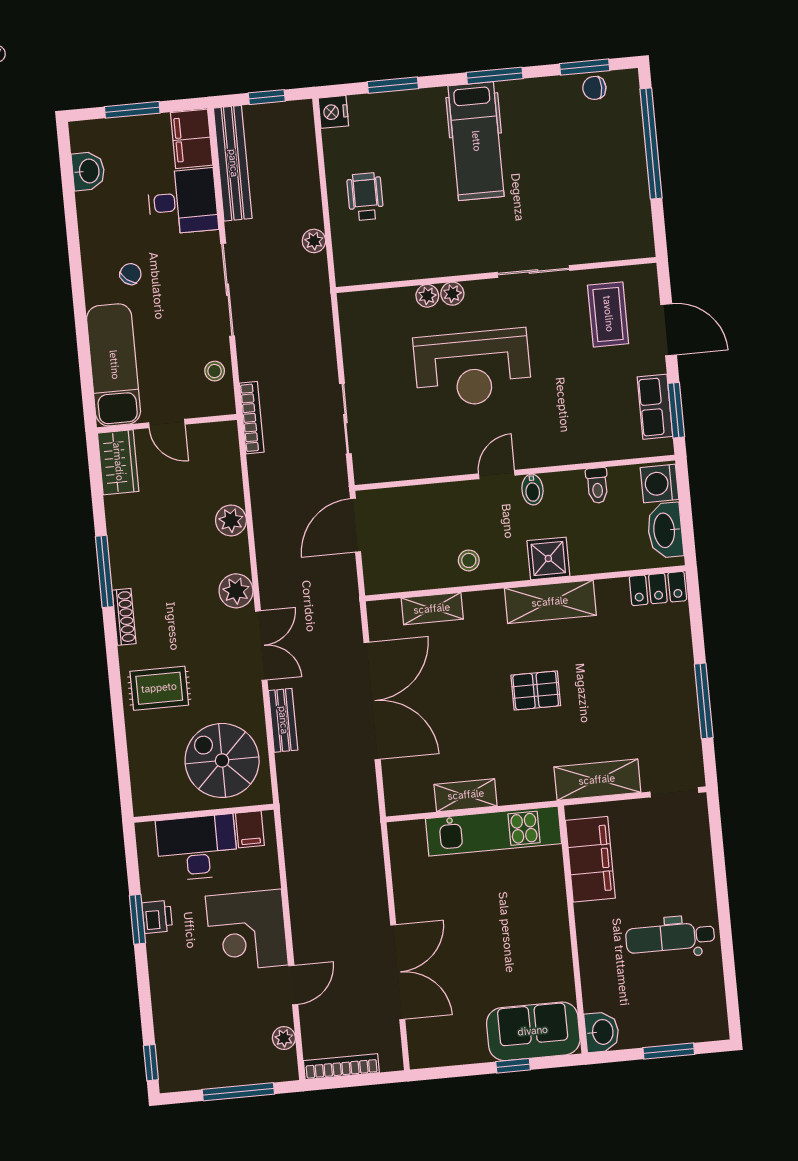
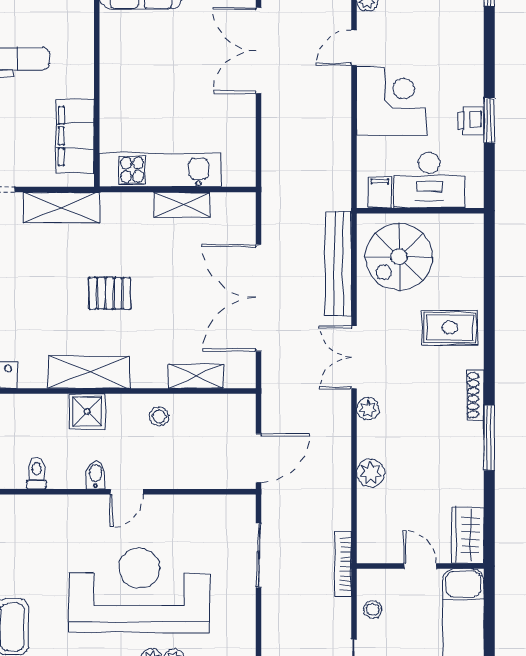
reception desk: (473, 368) -> (139, 590), width x1.36, depth x1.30
plant: (236, 591) -> (368, 409), width x0.73, depth x0.73
bench: (283, 720) -> (338, 264), width x1.86, depth x1.21
spiral stairs: (222, 760) -> (399, 257), turned 90

